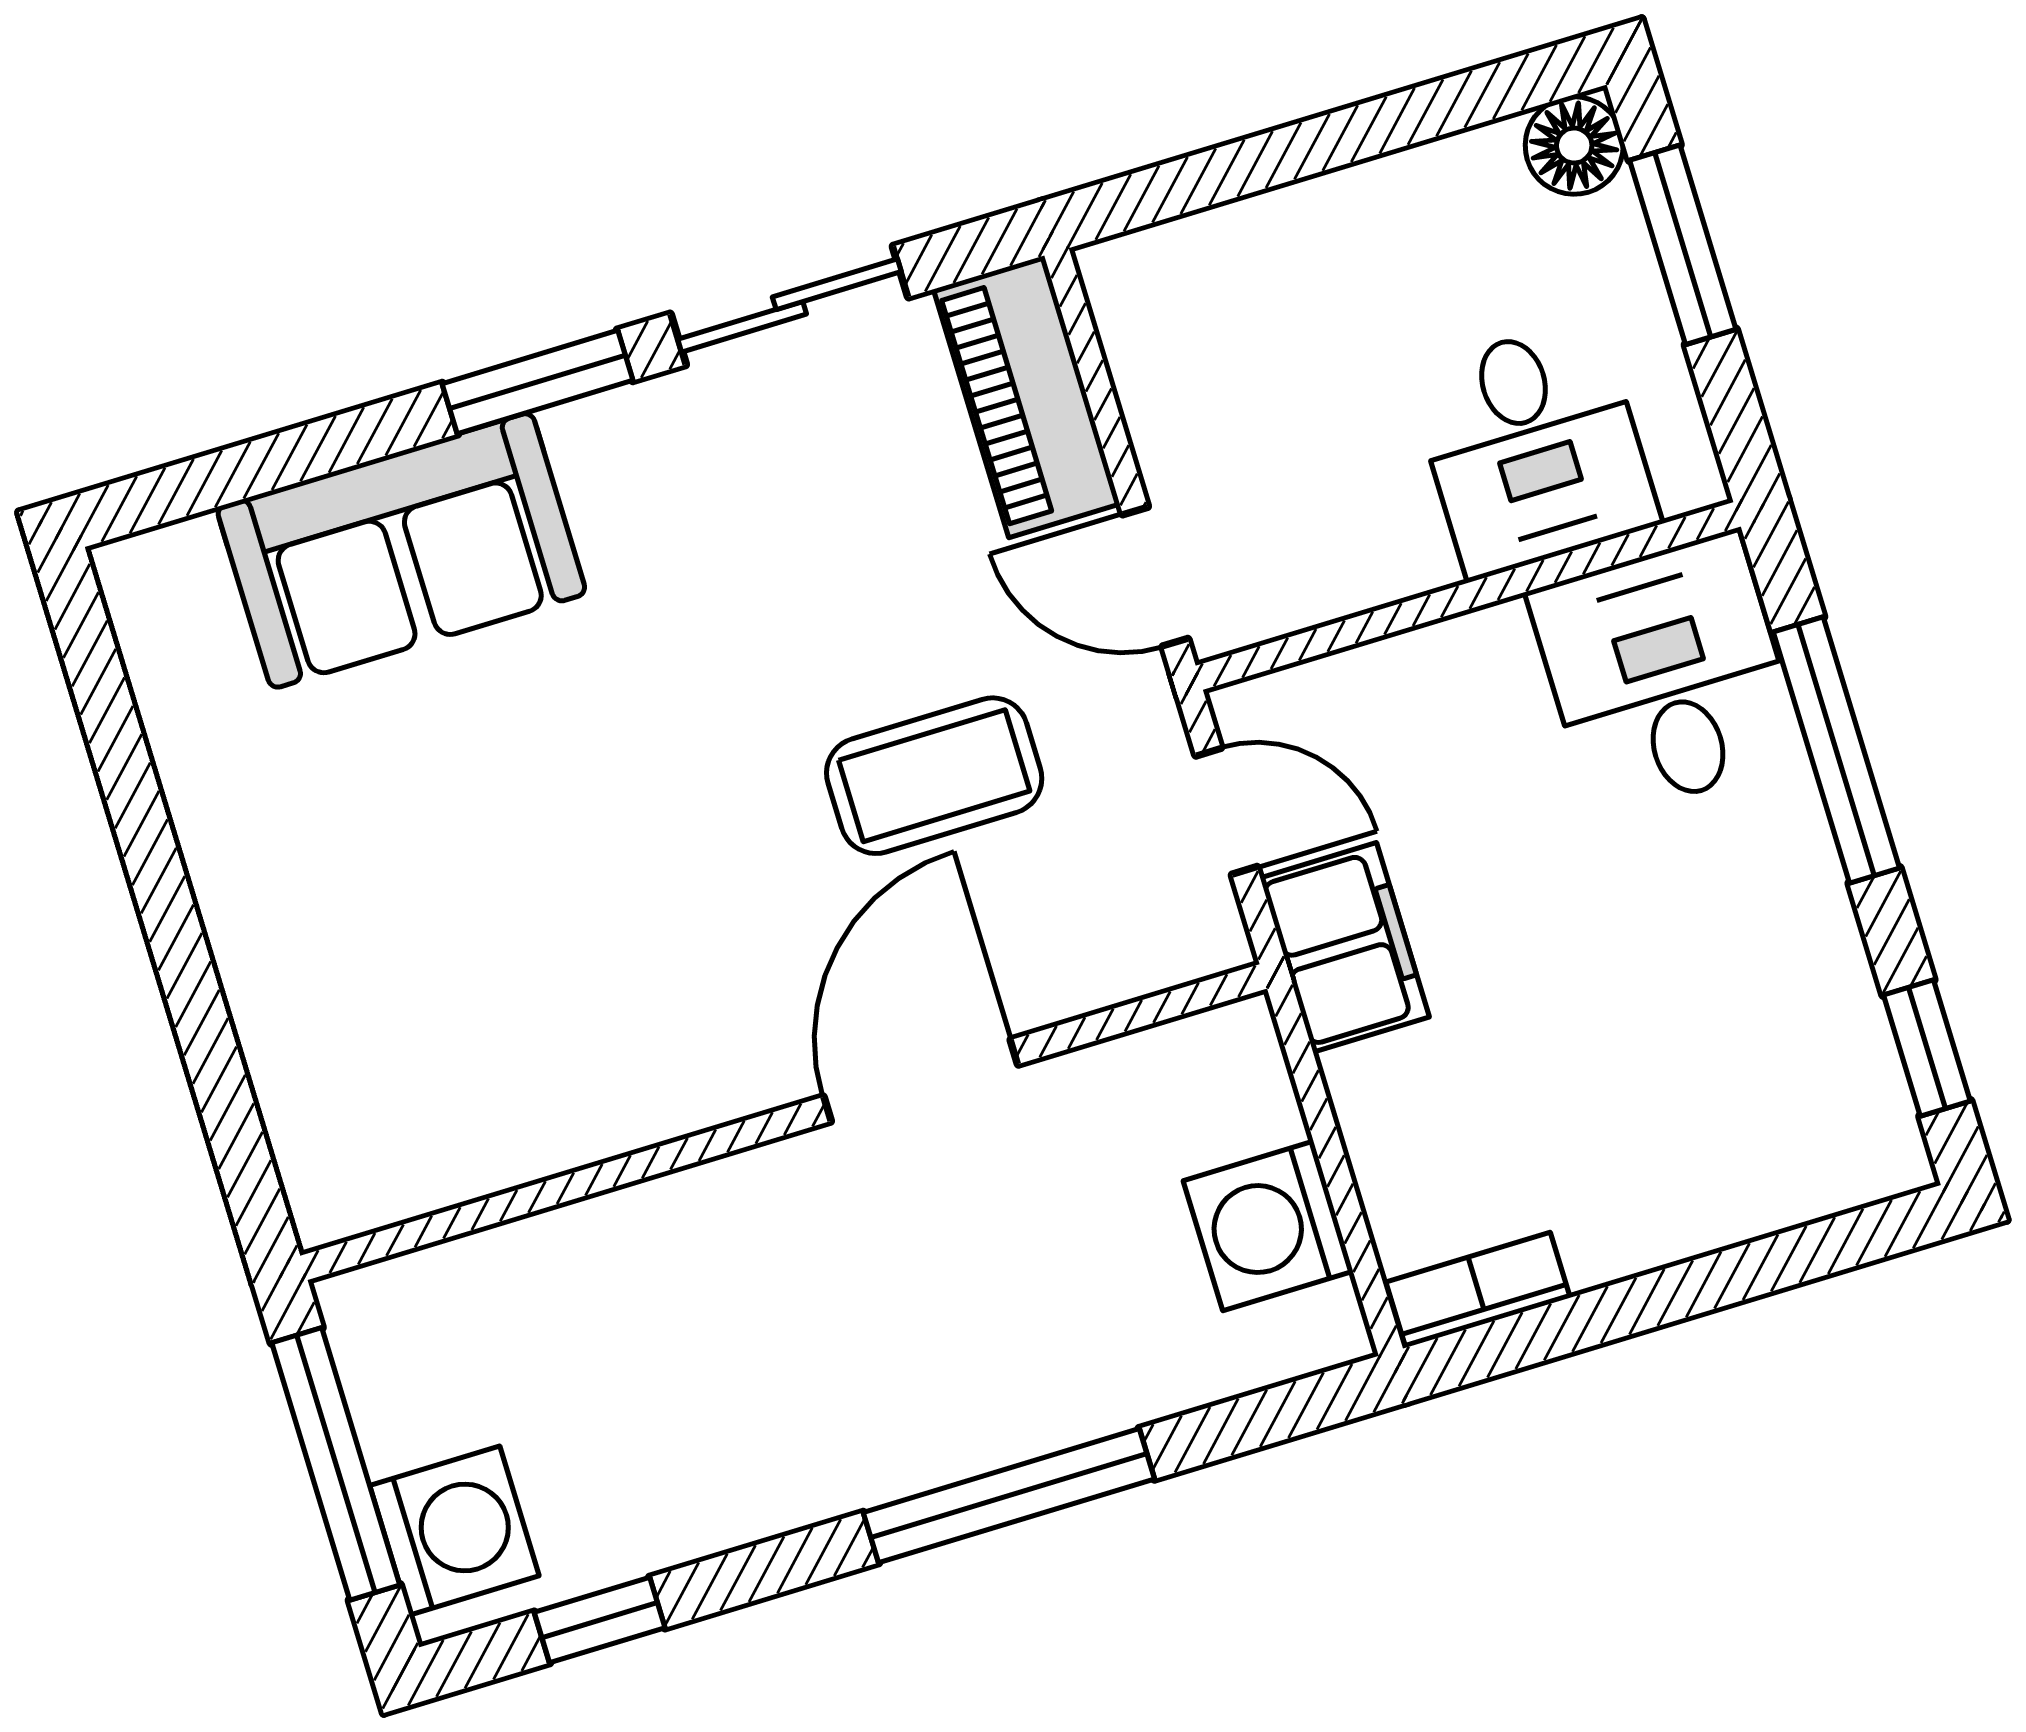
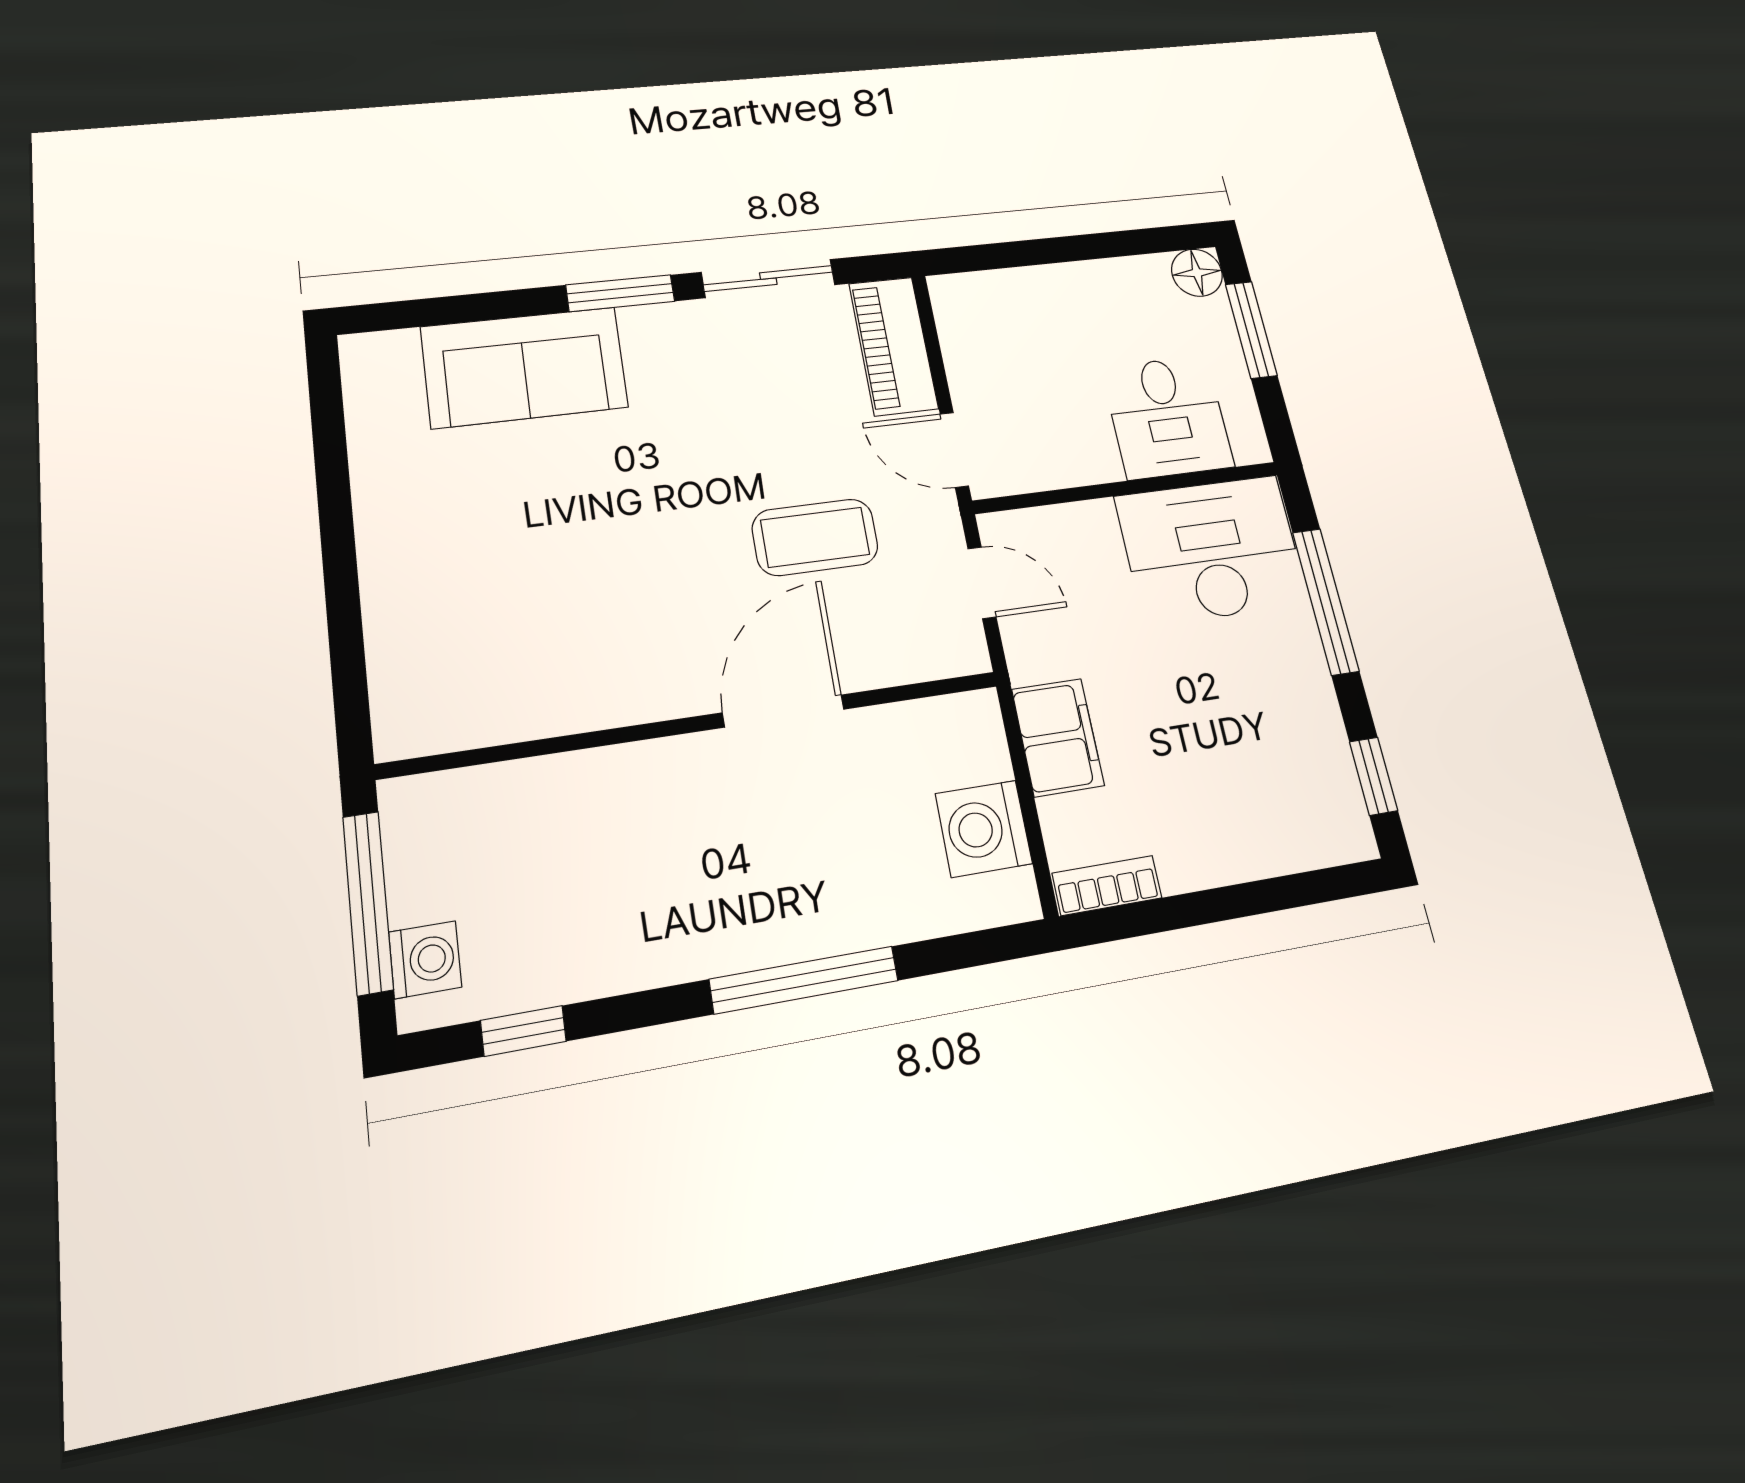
desk: (1666, 675) -> (1212, 550), width x1.37
filing cabinet: (1345, 947) -> (1058, 737), moved
washing machine: (454, 1531) -> (425, 960), width x0.73, depth x0.73

